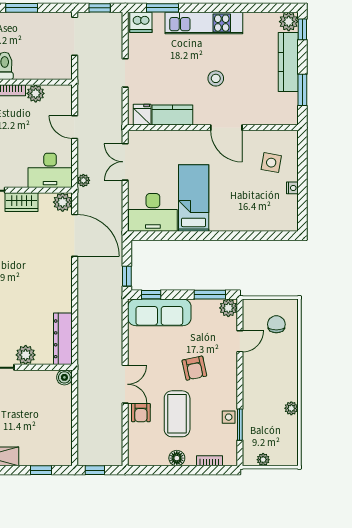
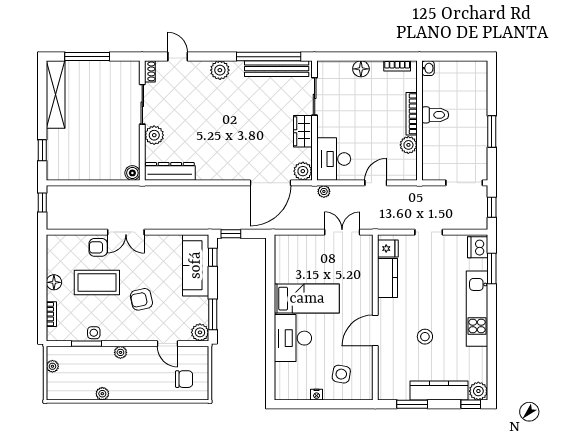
stool: (216, 78) -> (425, 337), moved
desk: (153, 212) -> (293, 338), moved
plant: (249, 390) -> (120, 352), added

